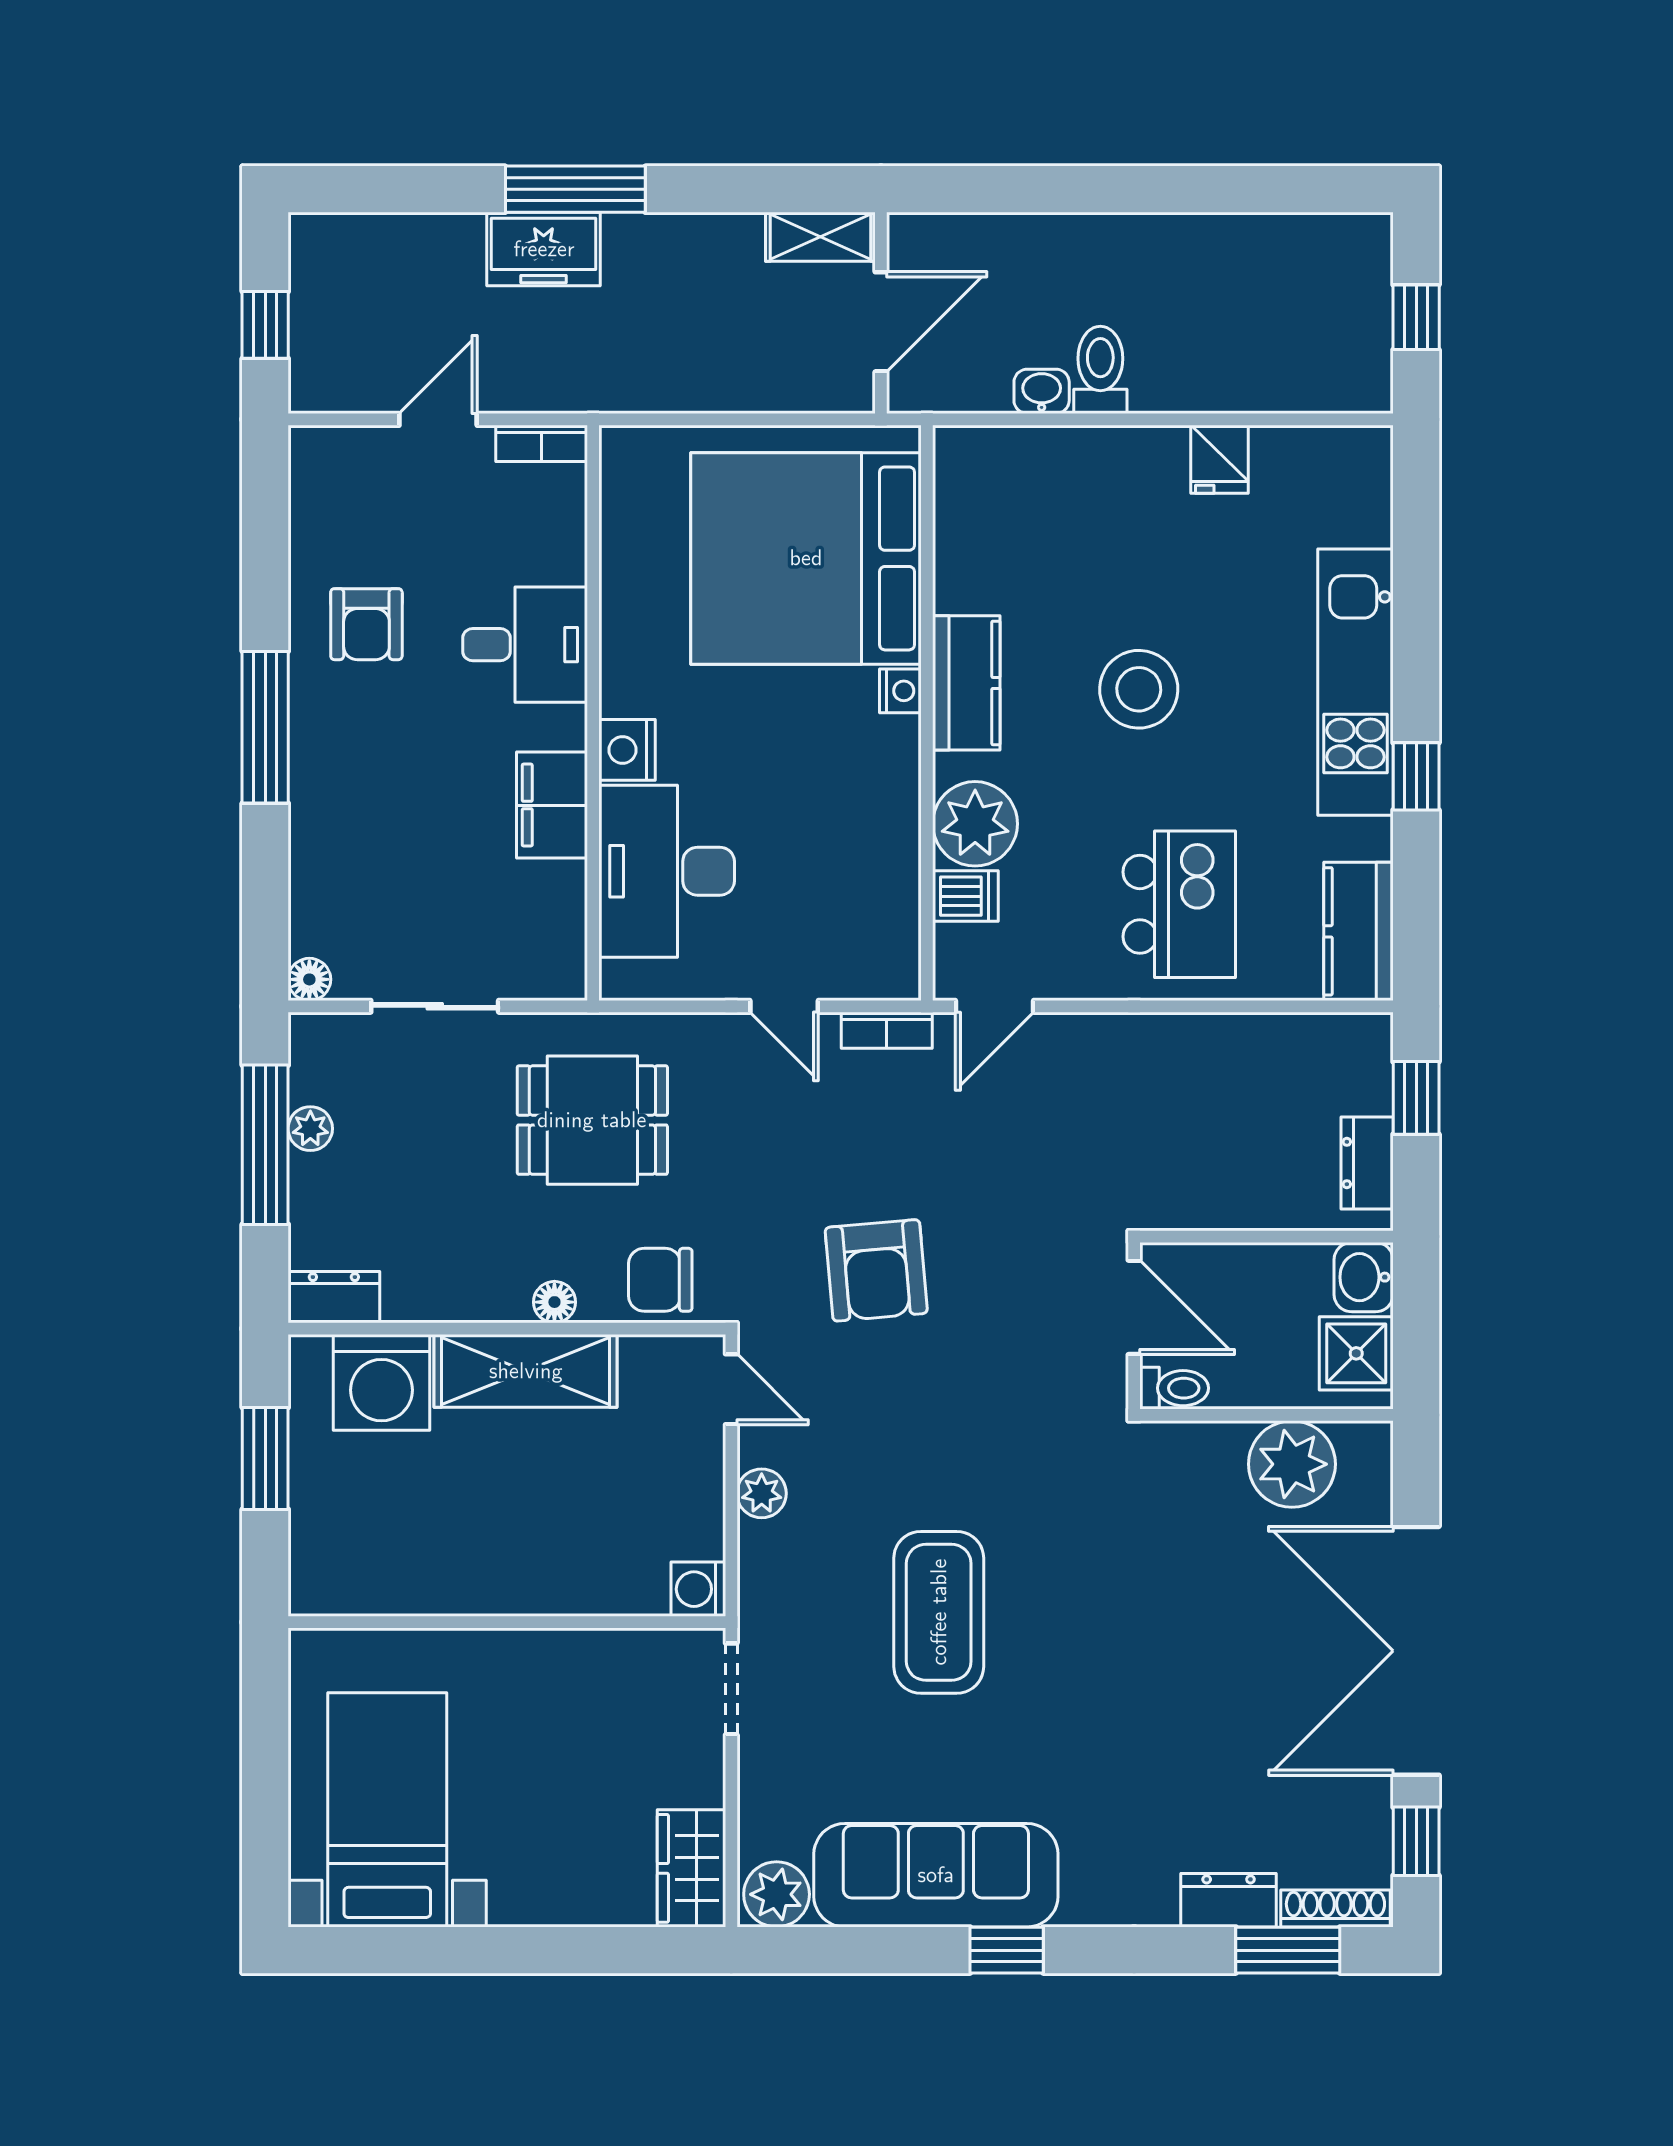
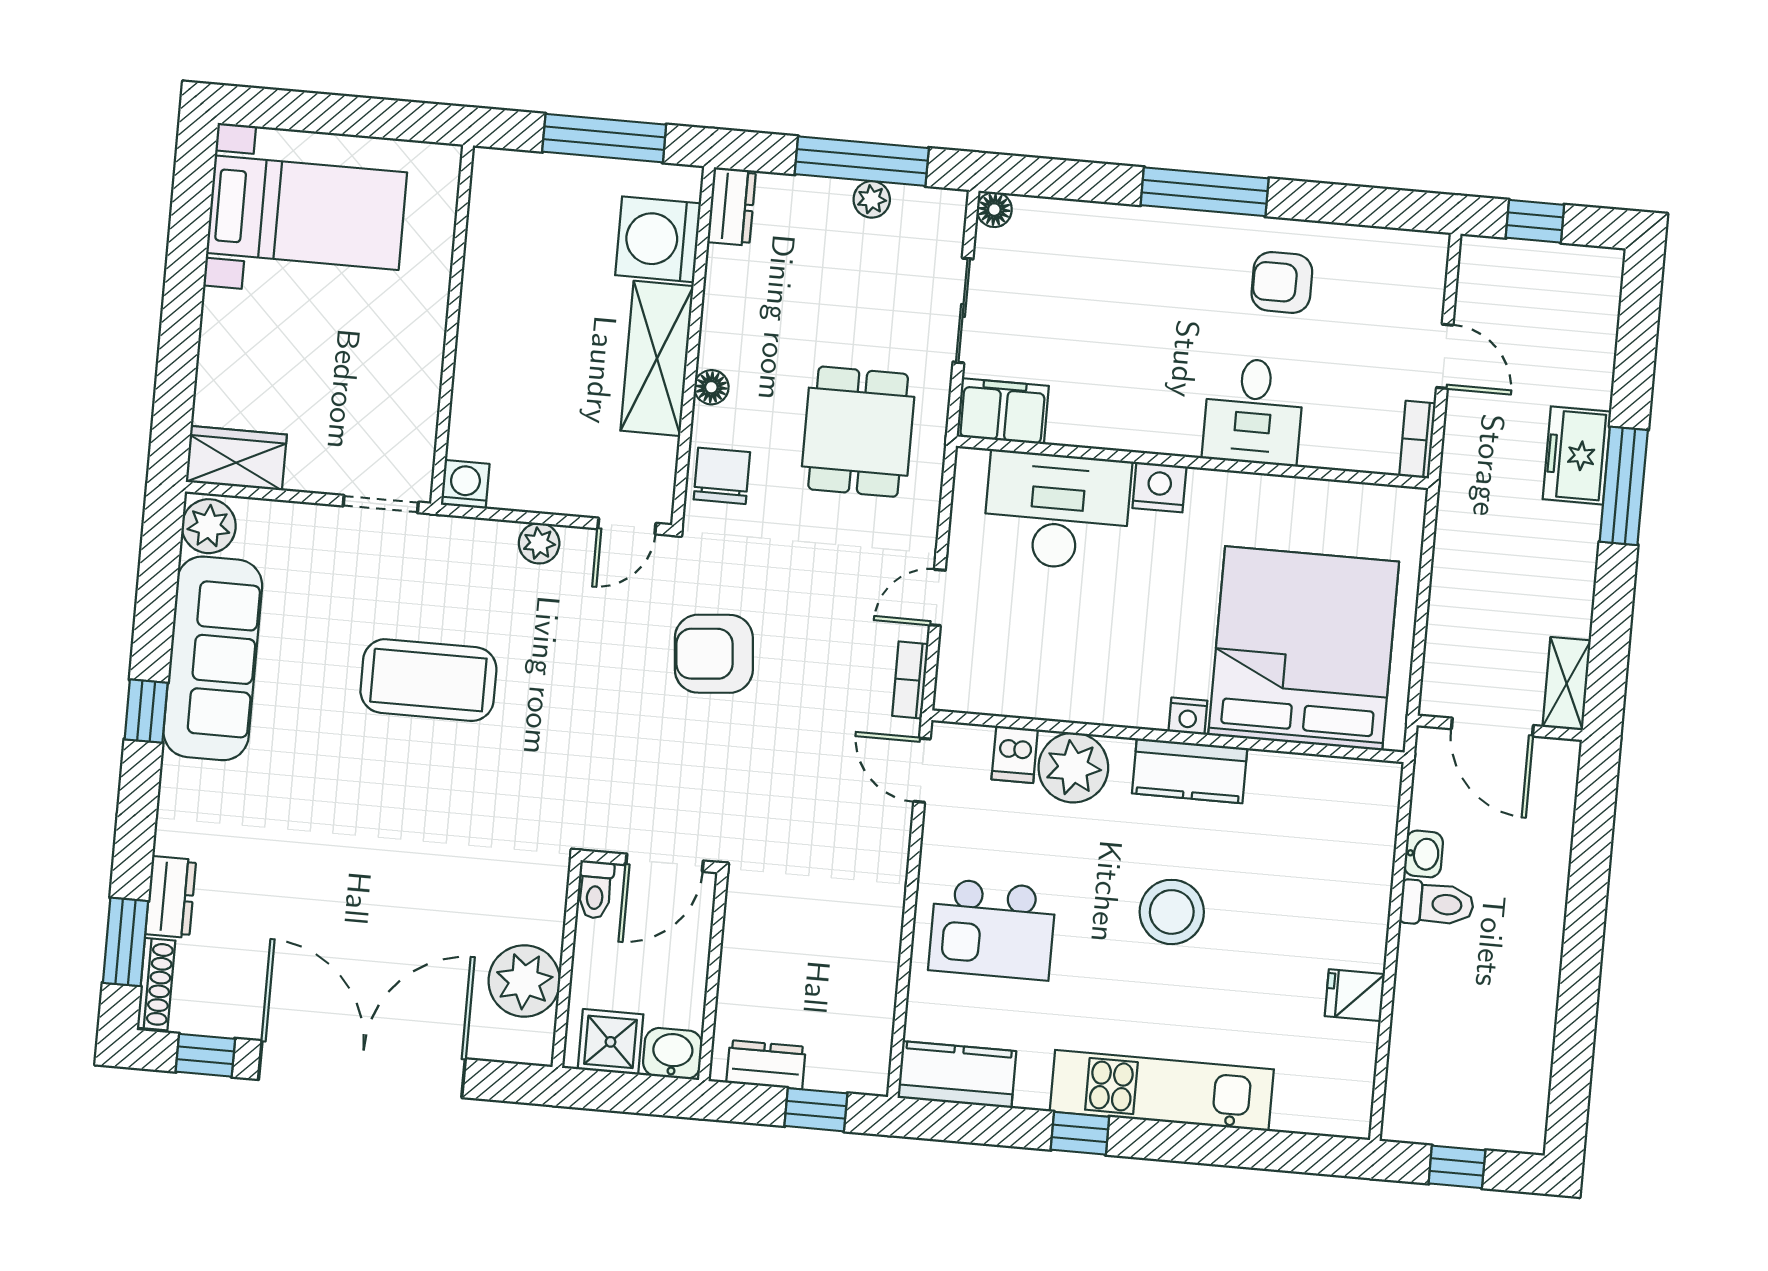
filing cabinet: (552, 805) -> (1003, 411), moved
window: (265, 1458) -> (604, 138), width x1.44

